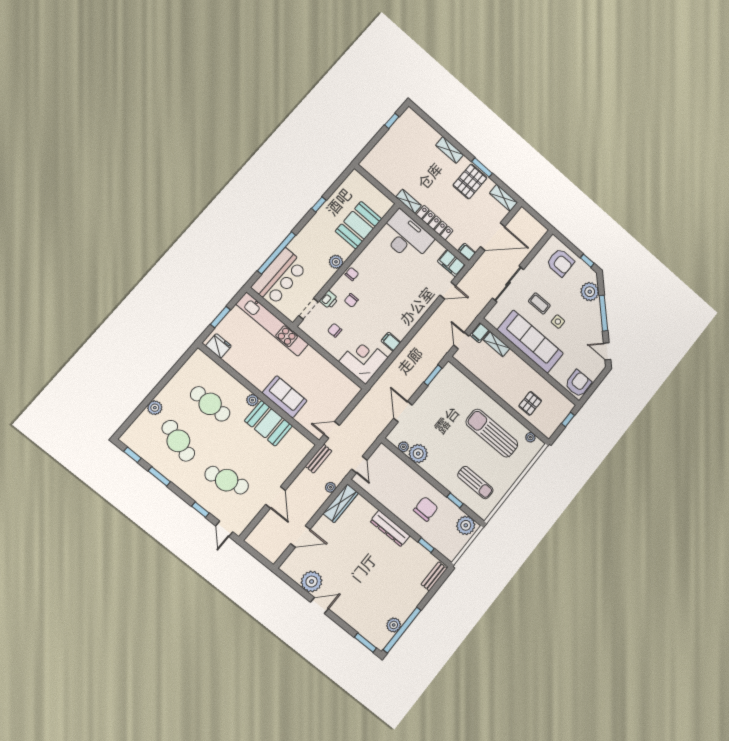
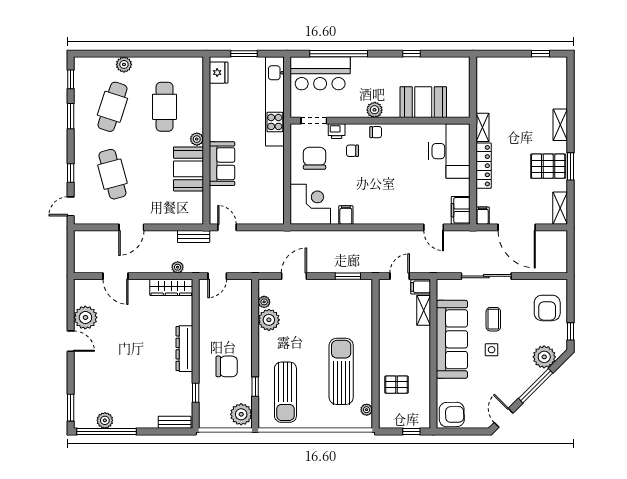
chair: (335, 330) -> (315, 158), width x1.87, depth x1.87
sun lounger: (475, 483) -> (285, 392), width x1.36, depth x1.34

